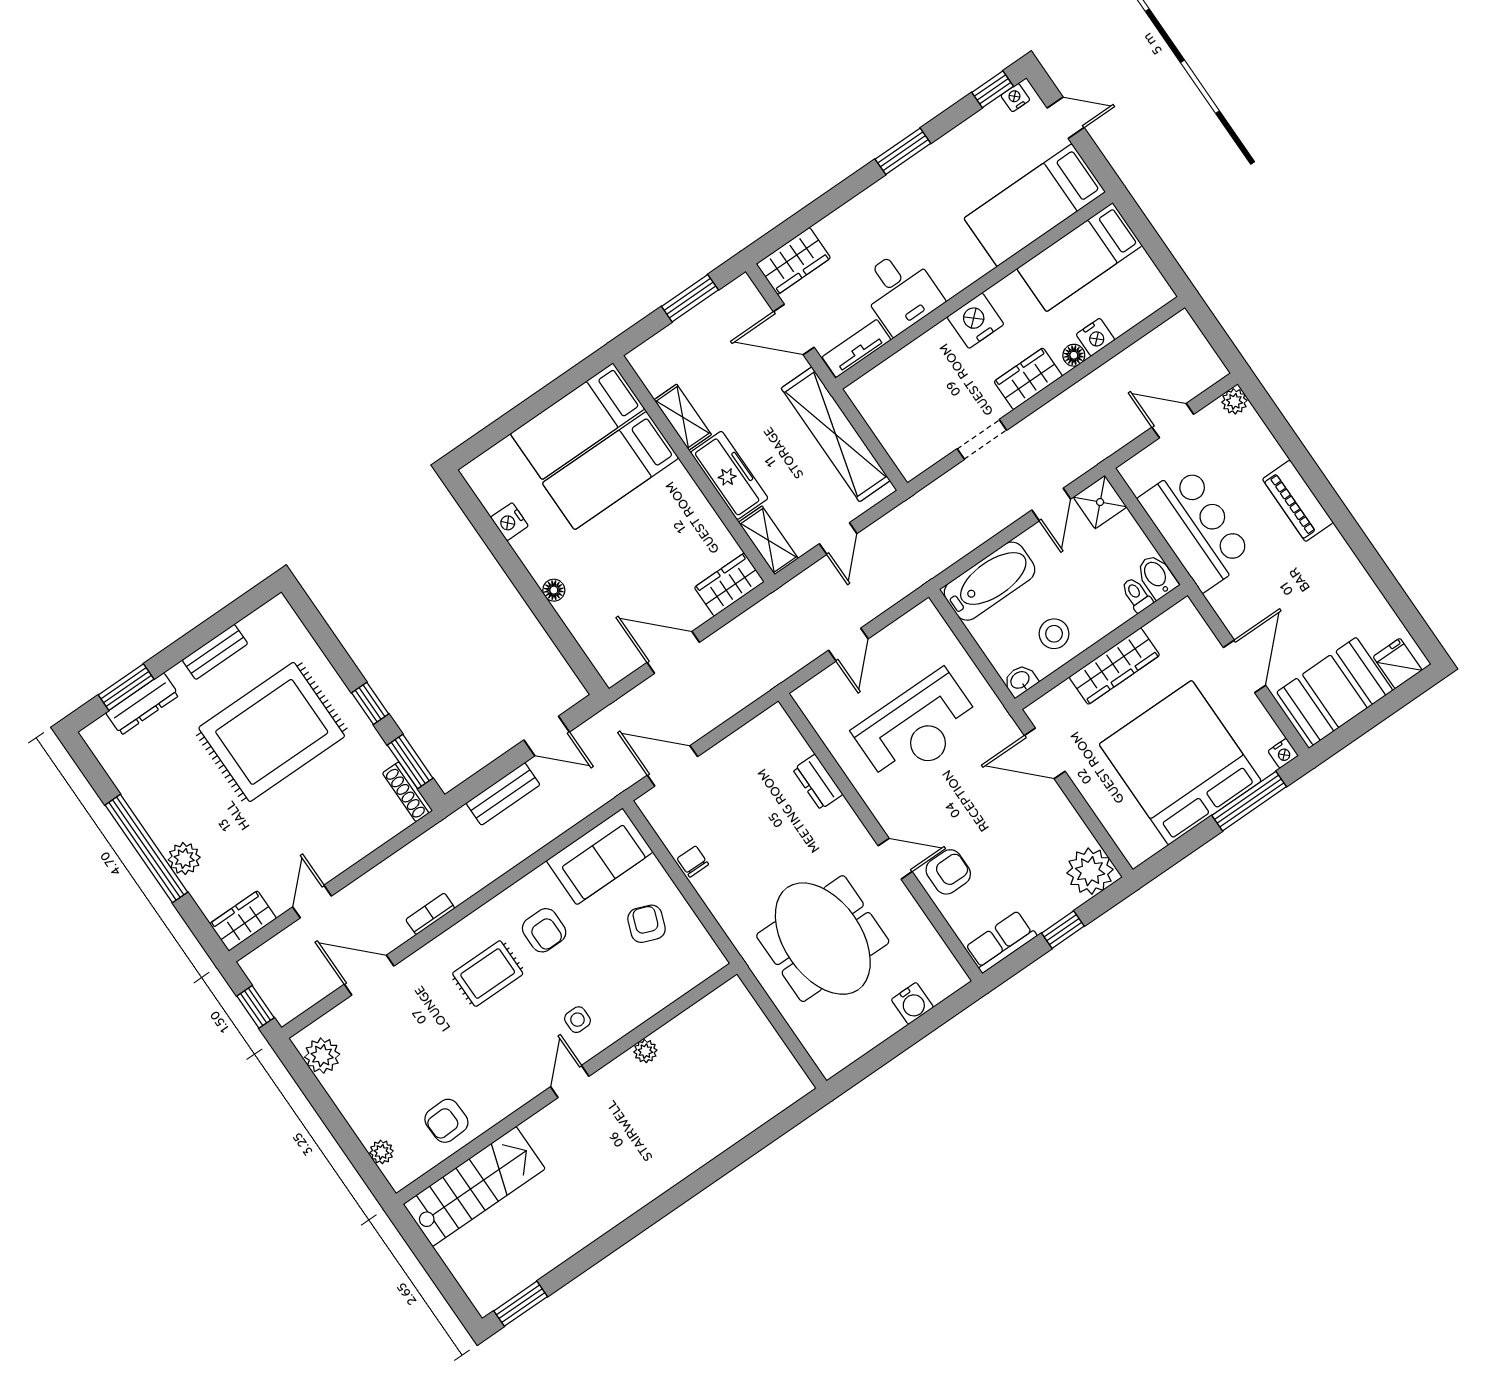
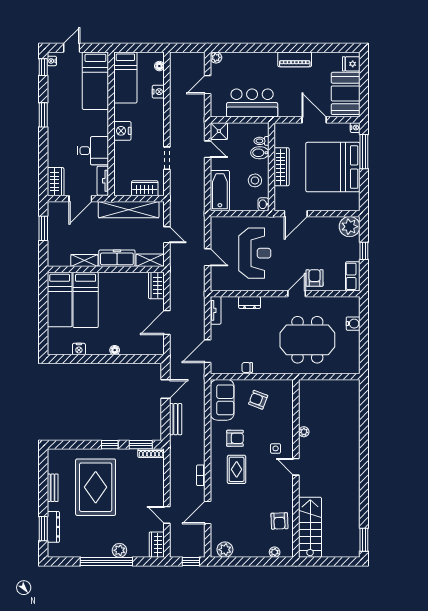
floor lamp: (1074, 355) -> (159, 66), moved
wardrobe: (1028, 379) -> (145, 188), moved, turned 90
piano: (1298, 501) -> (295, 59), moved
bidet: (1157, 576) -> (260, 153), moved
tv unit: (759, 728) -> (216, 310), added

